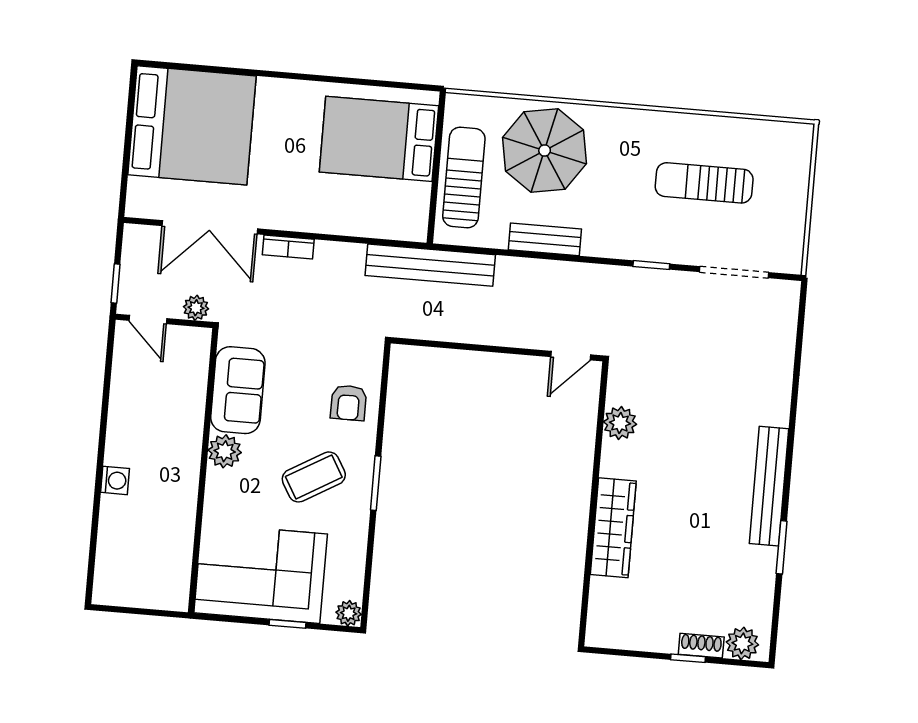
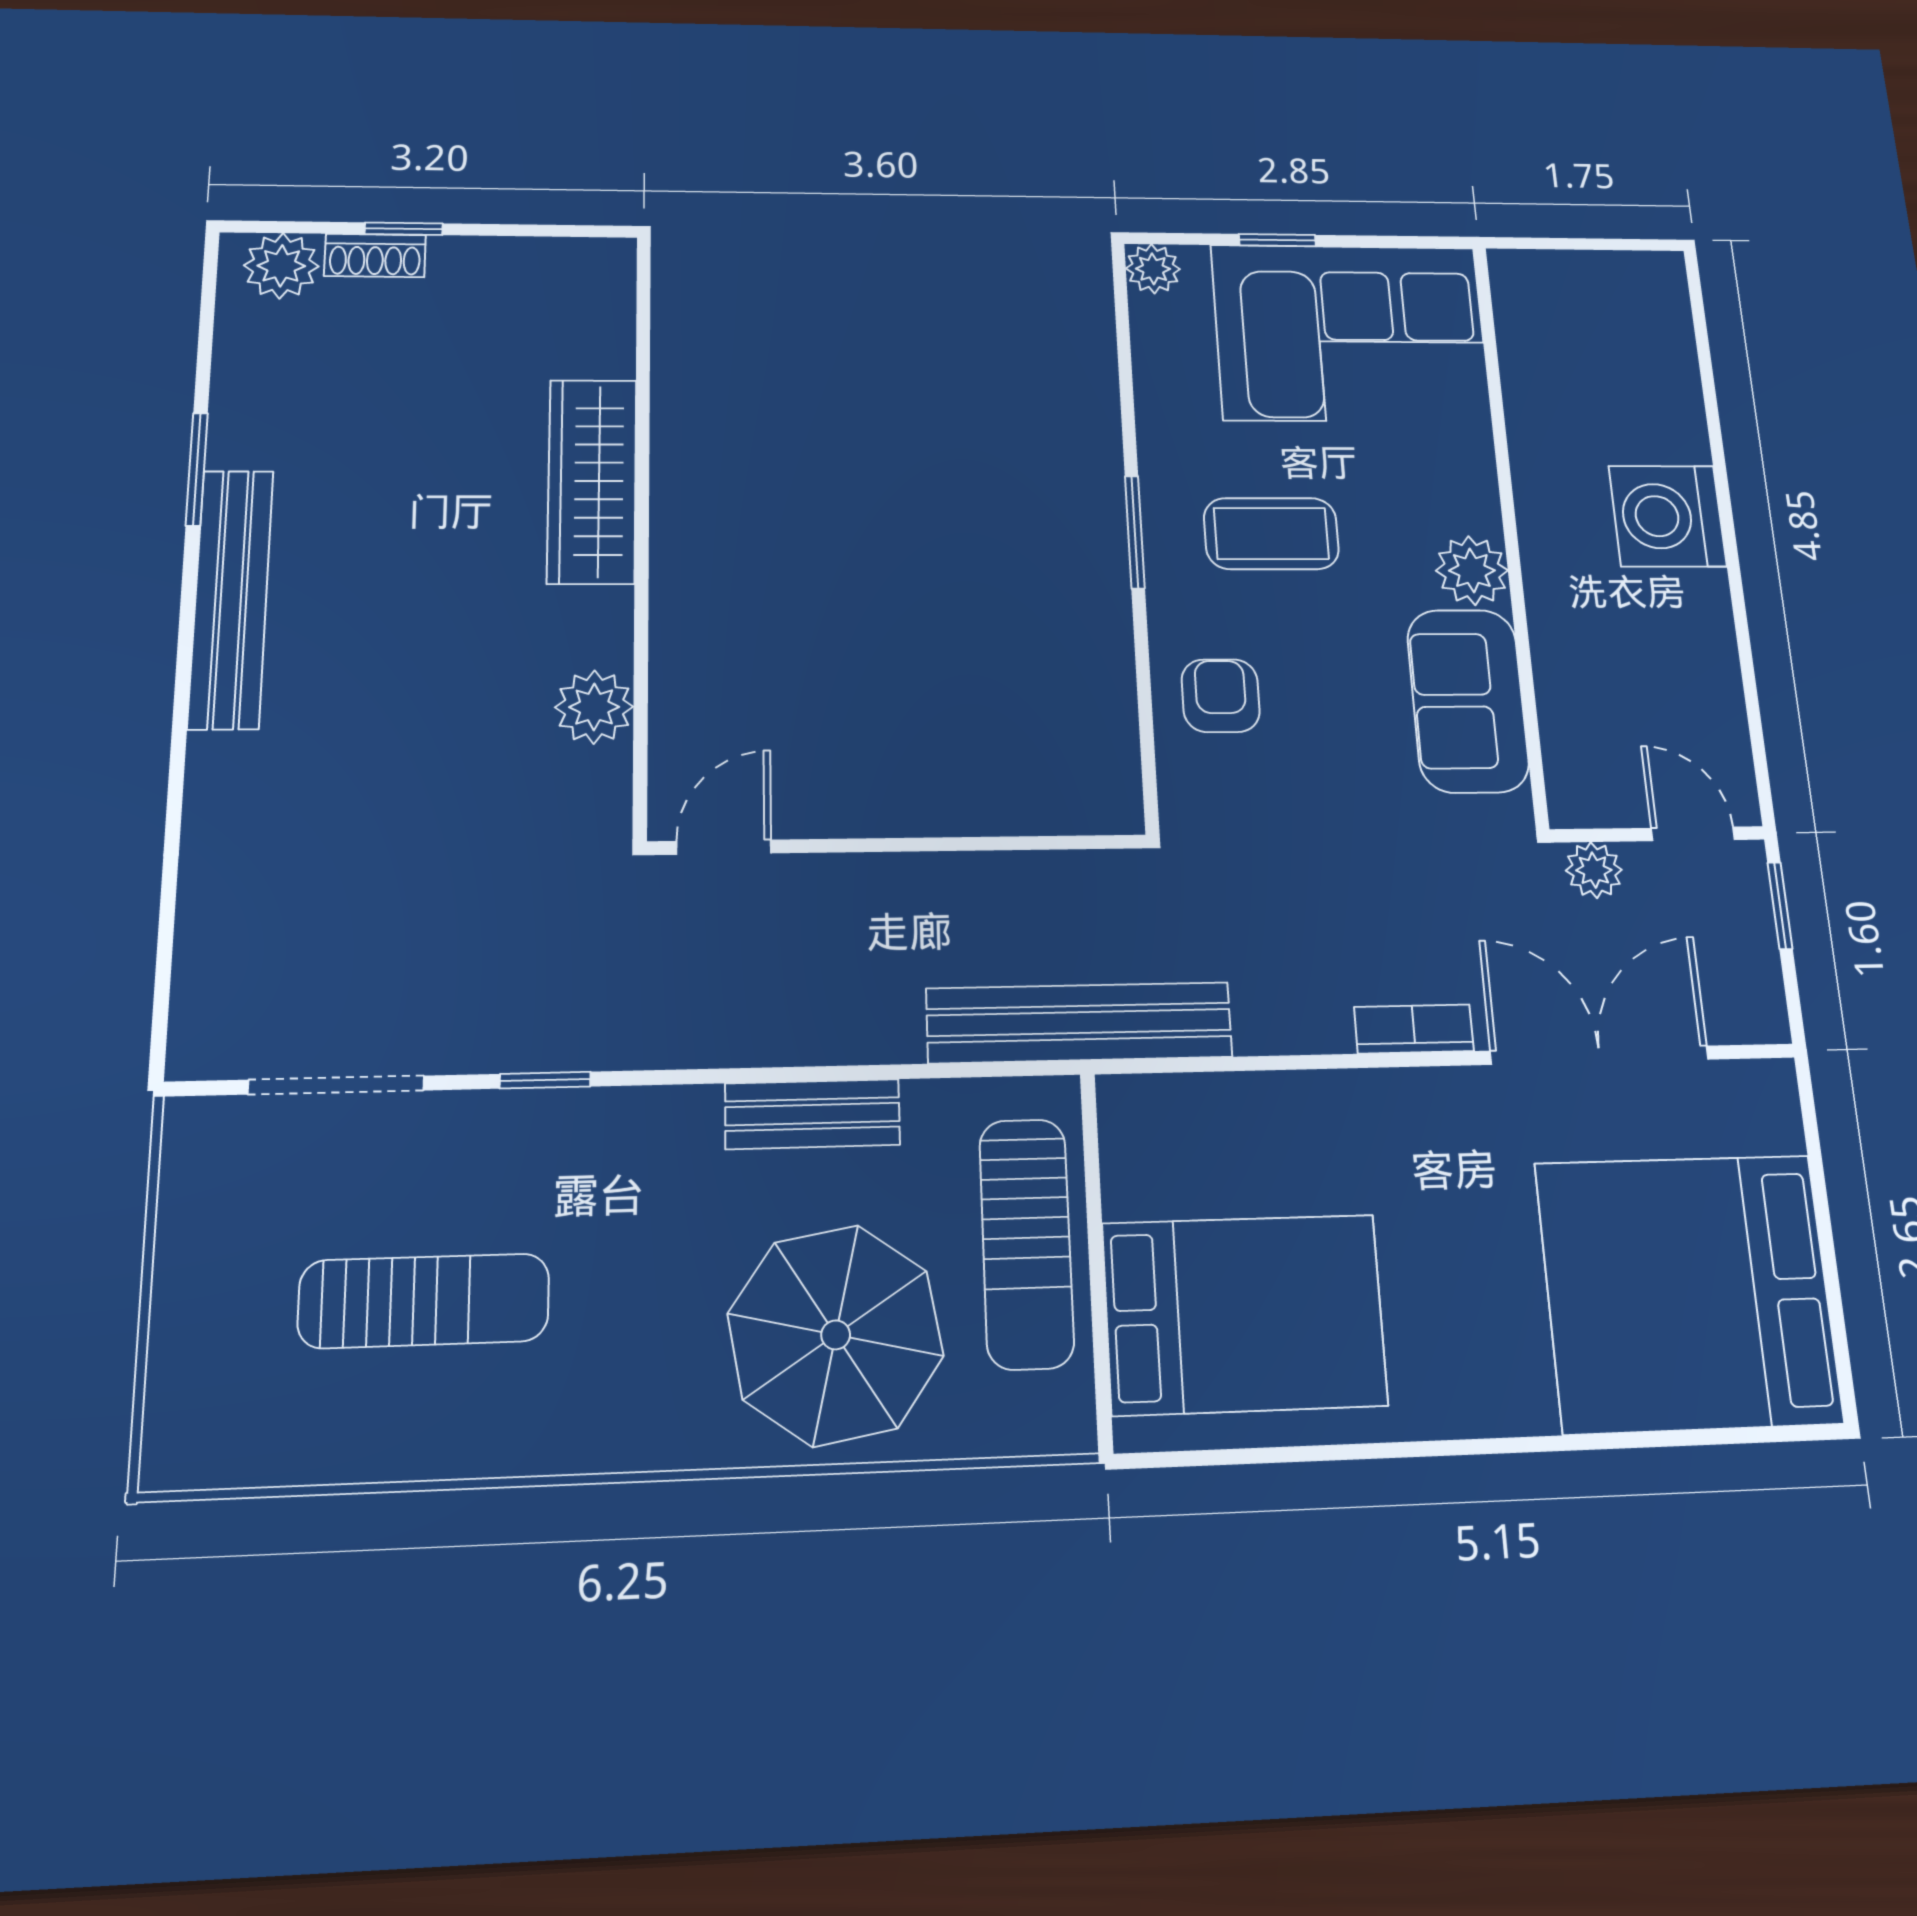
coffee table: (314, 477) -> (1271, 534), turned 30
washing machine: (115, 480) -> (1668, 516), width x1.89, depth x1.89

